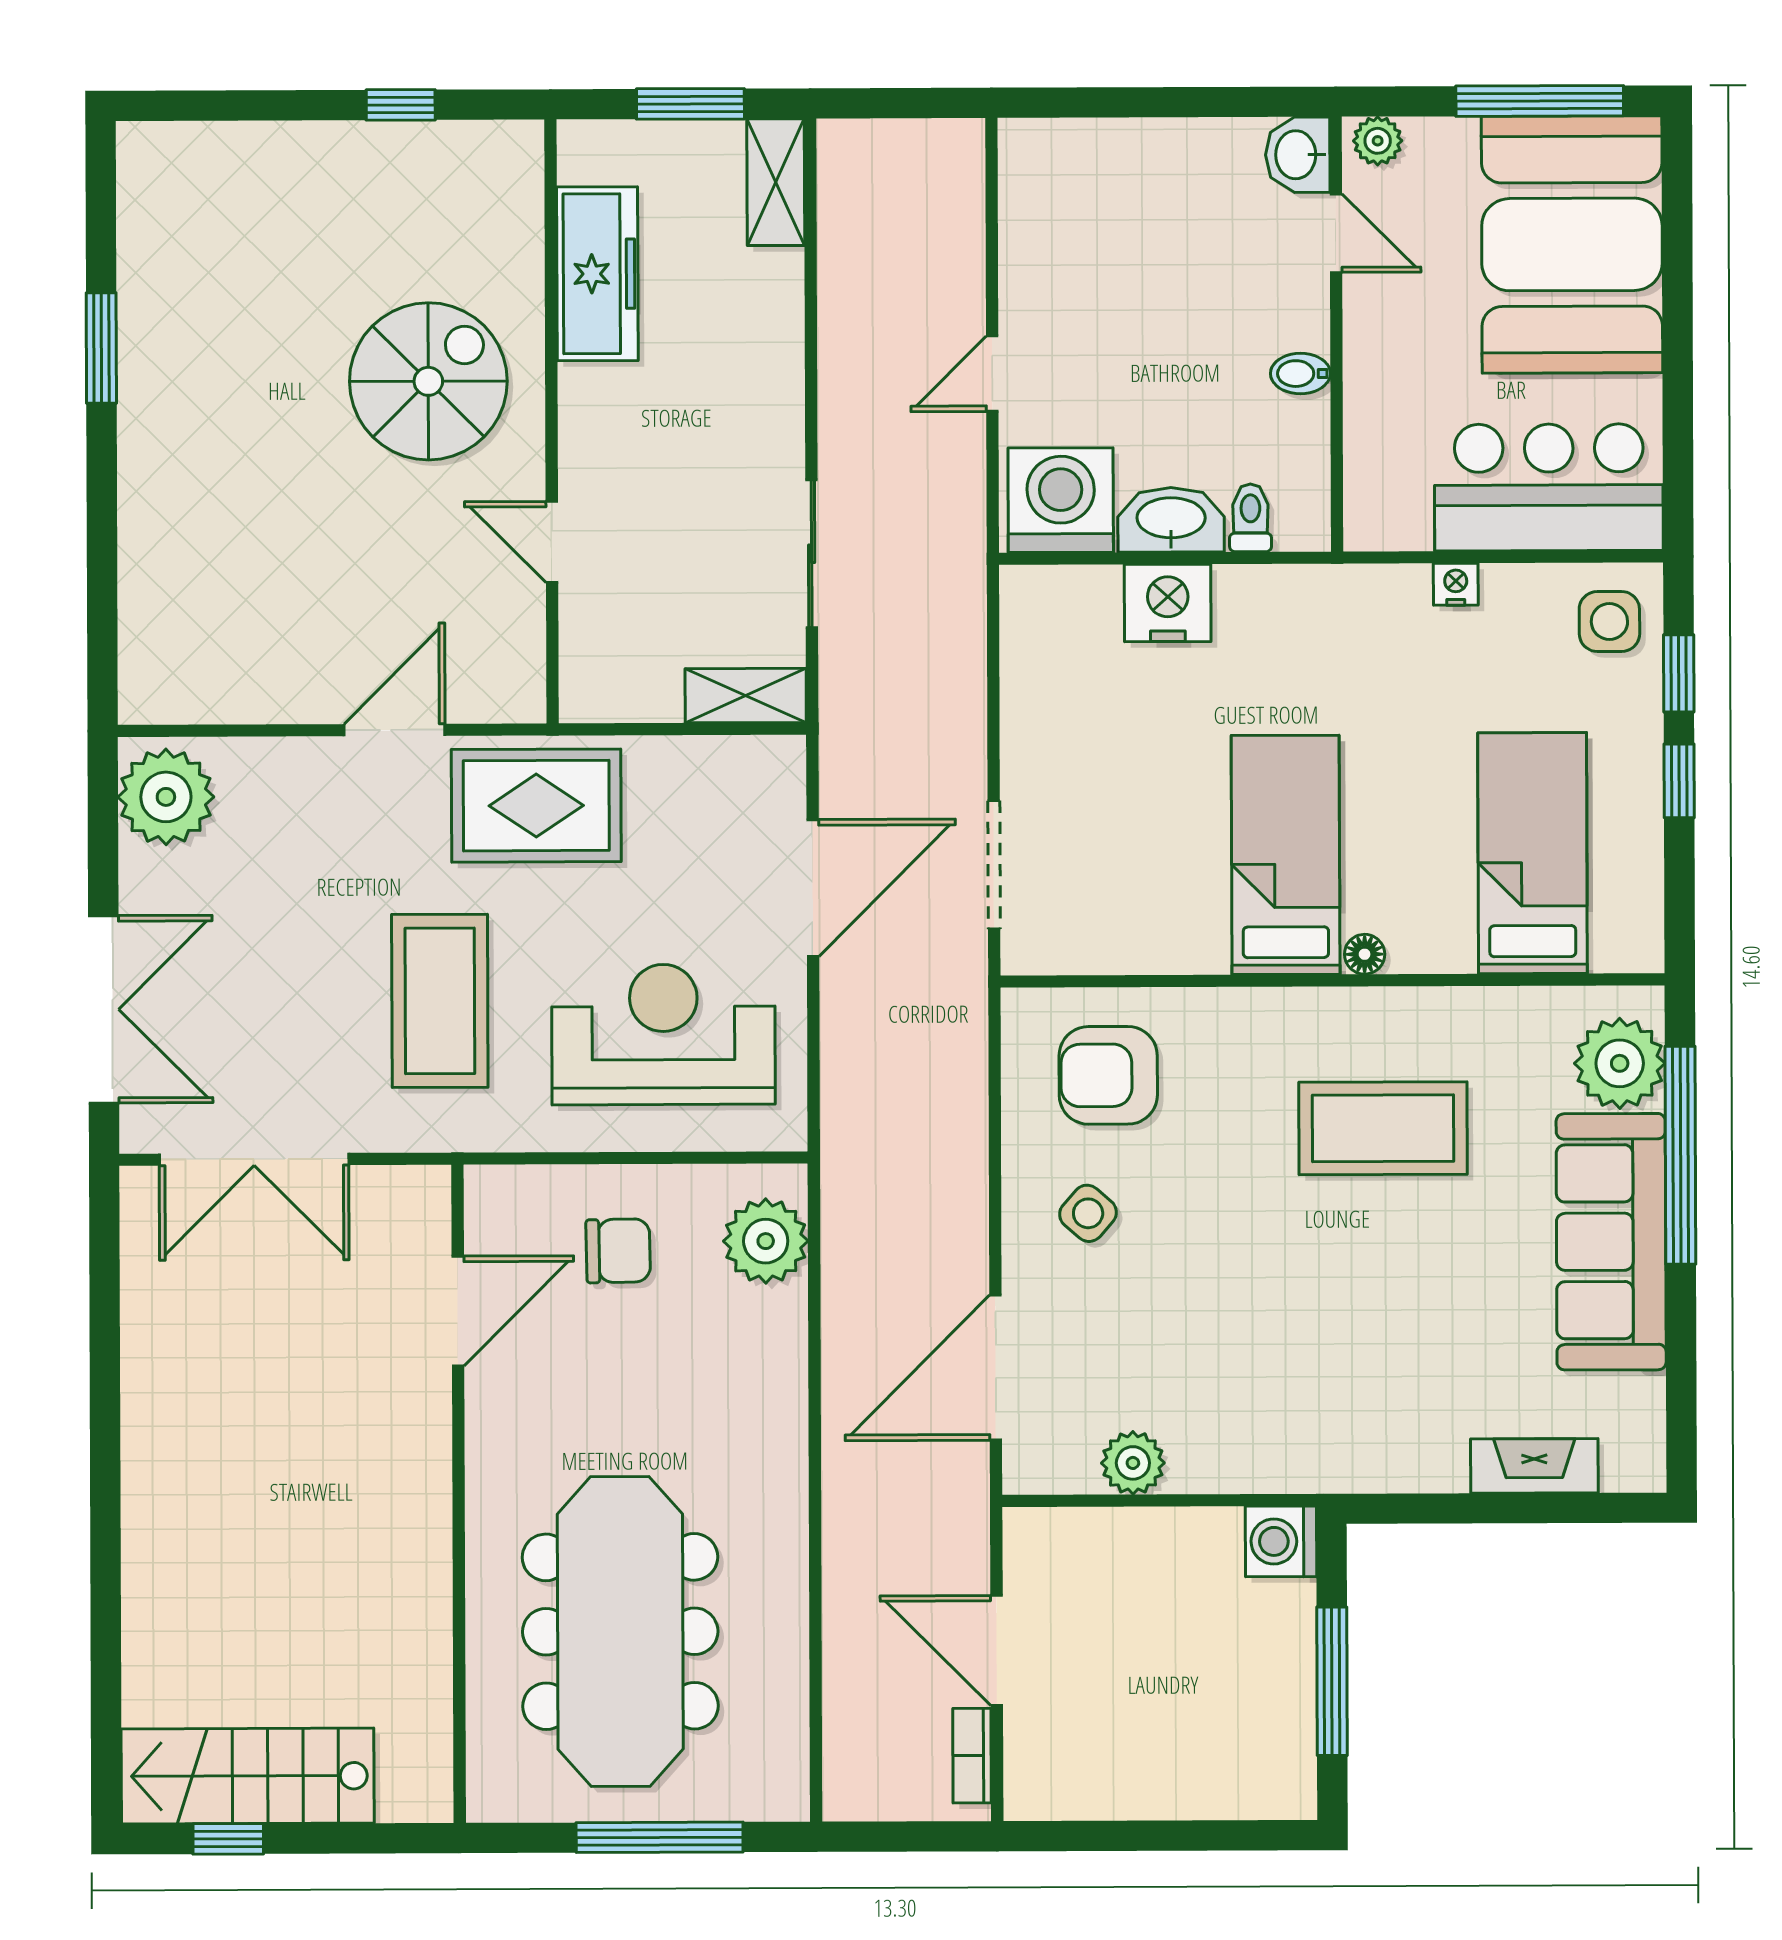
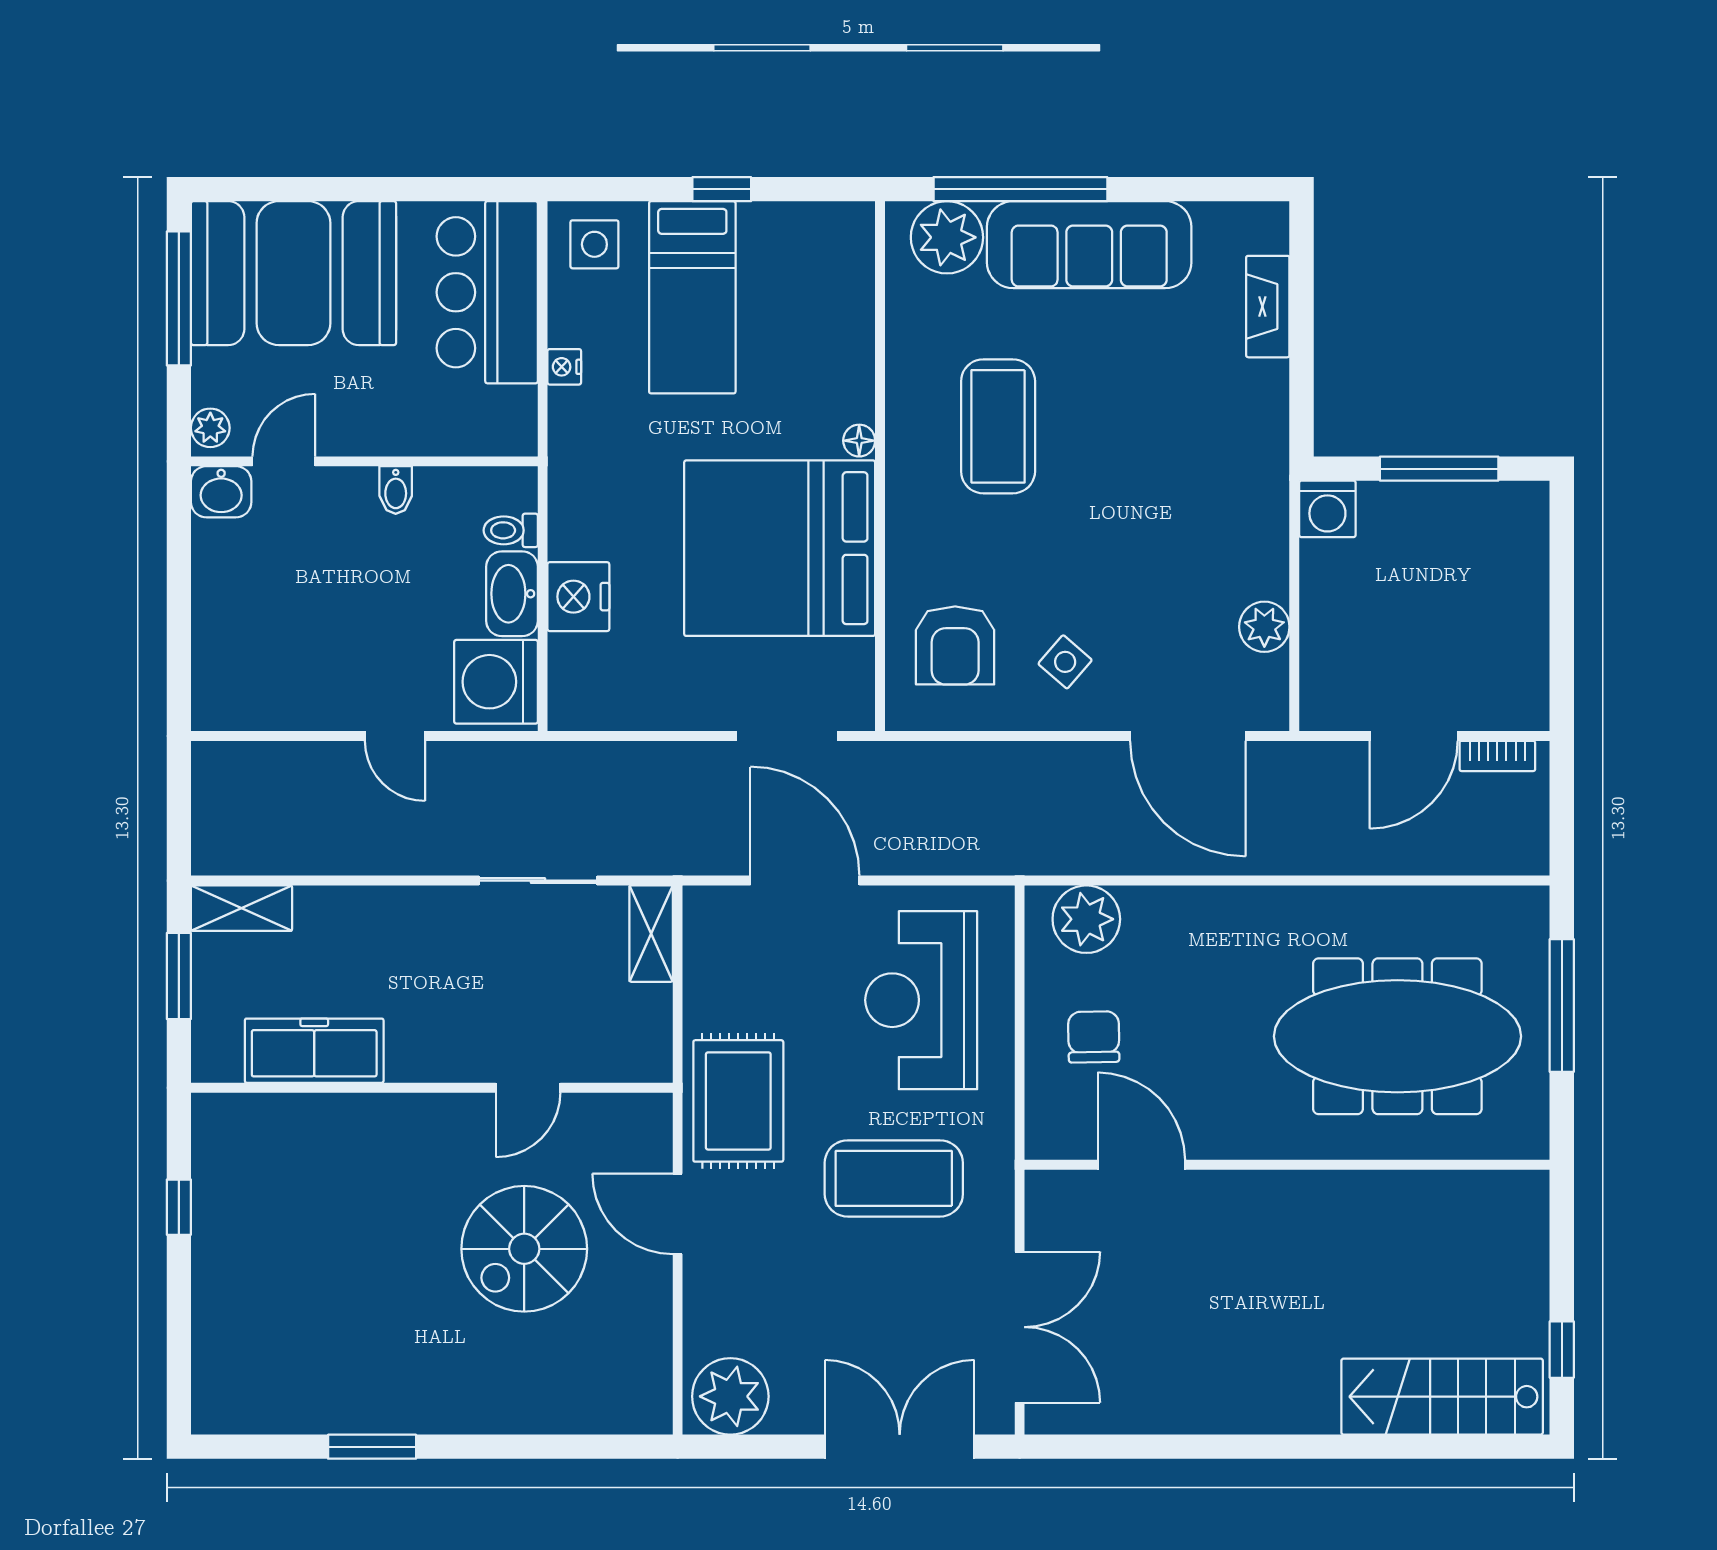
spiral stairs: (428, 381) -> (524, 1249), moved, turned -90
window: (1679, 673) -> (636, 189), removed
bed: (1532, 853) -> (692, 297), moved, turned -90
bed: (1286, 855) -> (780, 548), width x2.04
stairs: (248, 1776) -> (1442, 1397), moved, turned 90

